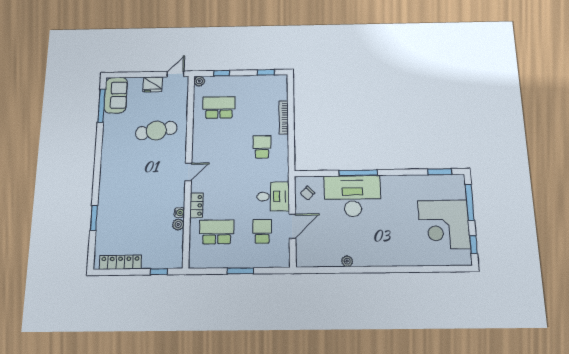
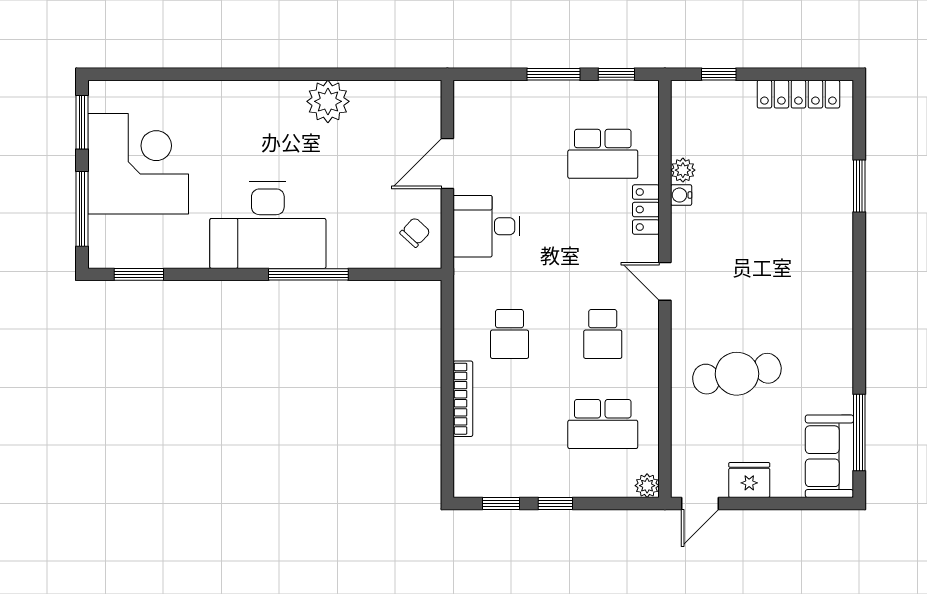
window: (222, 73) -> (555, 503), moved
door: (188, 172) -> (665, 281), hinge flipped
desk: (353, 196) -> (268, 225), moved
school desk: (262, 231) -> (603, 334), moved
window: (473, 244) -> (82, 122), width x1.50
plant: (347, 261) -> (328, 101), width x1.87, depth x1.87
window: (209, 271) -> (616, 74), added

